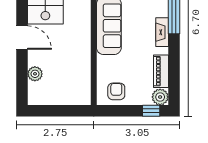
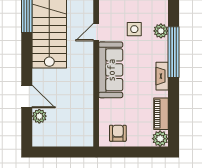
door: (22, 38) -> (27, 97), moved
window: (151, 111) -> (152, 152), removed

